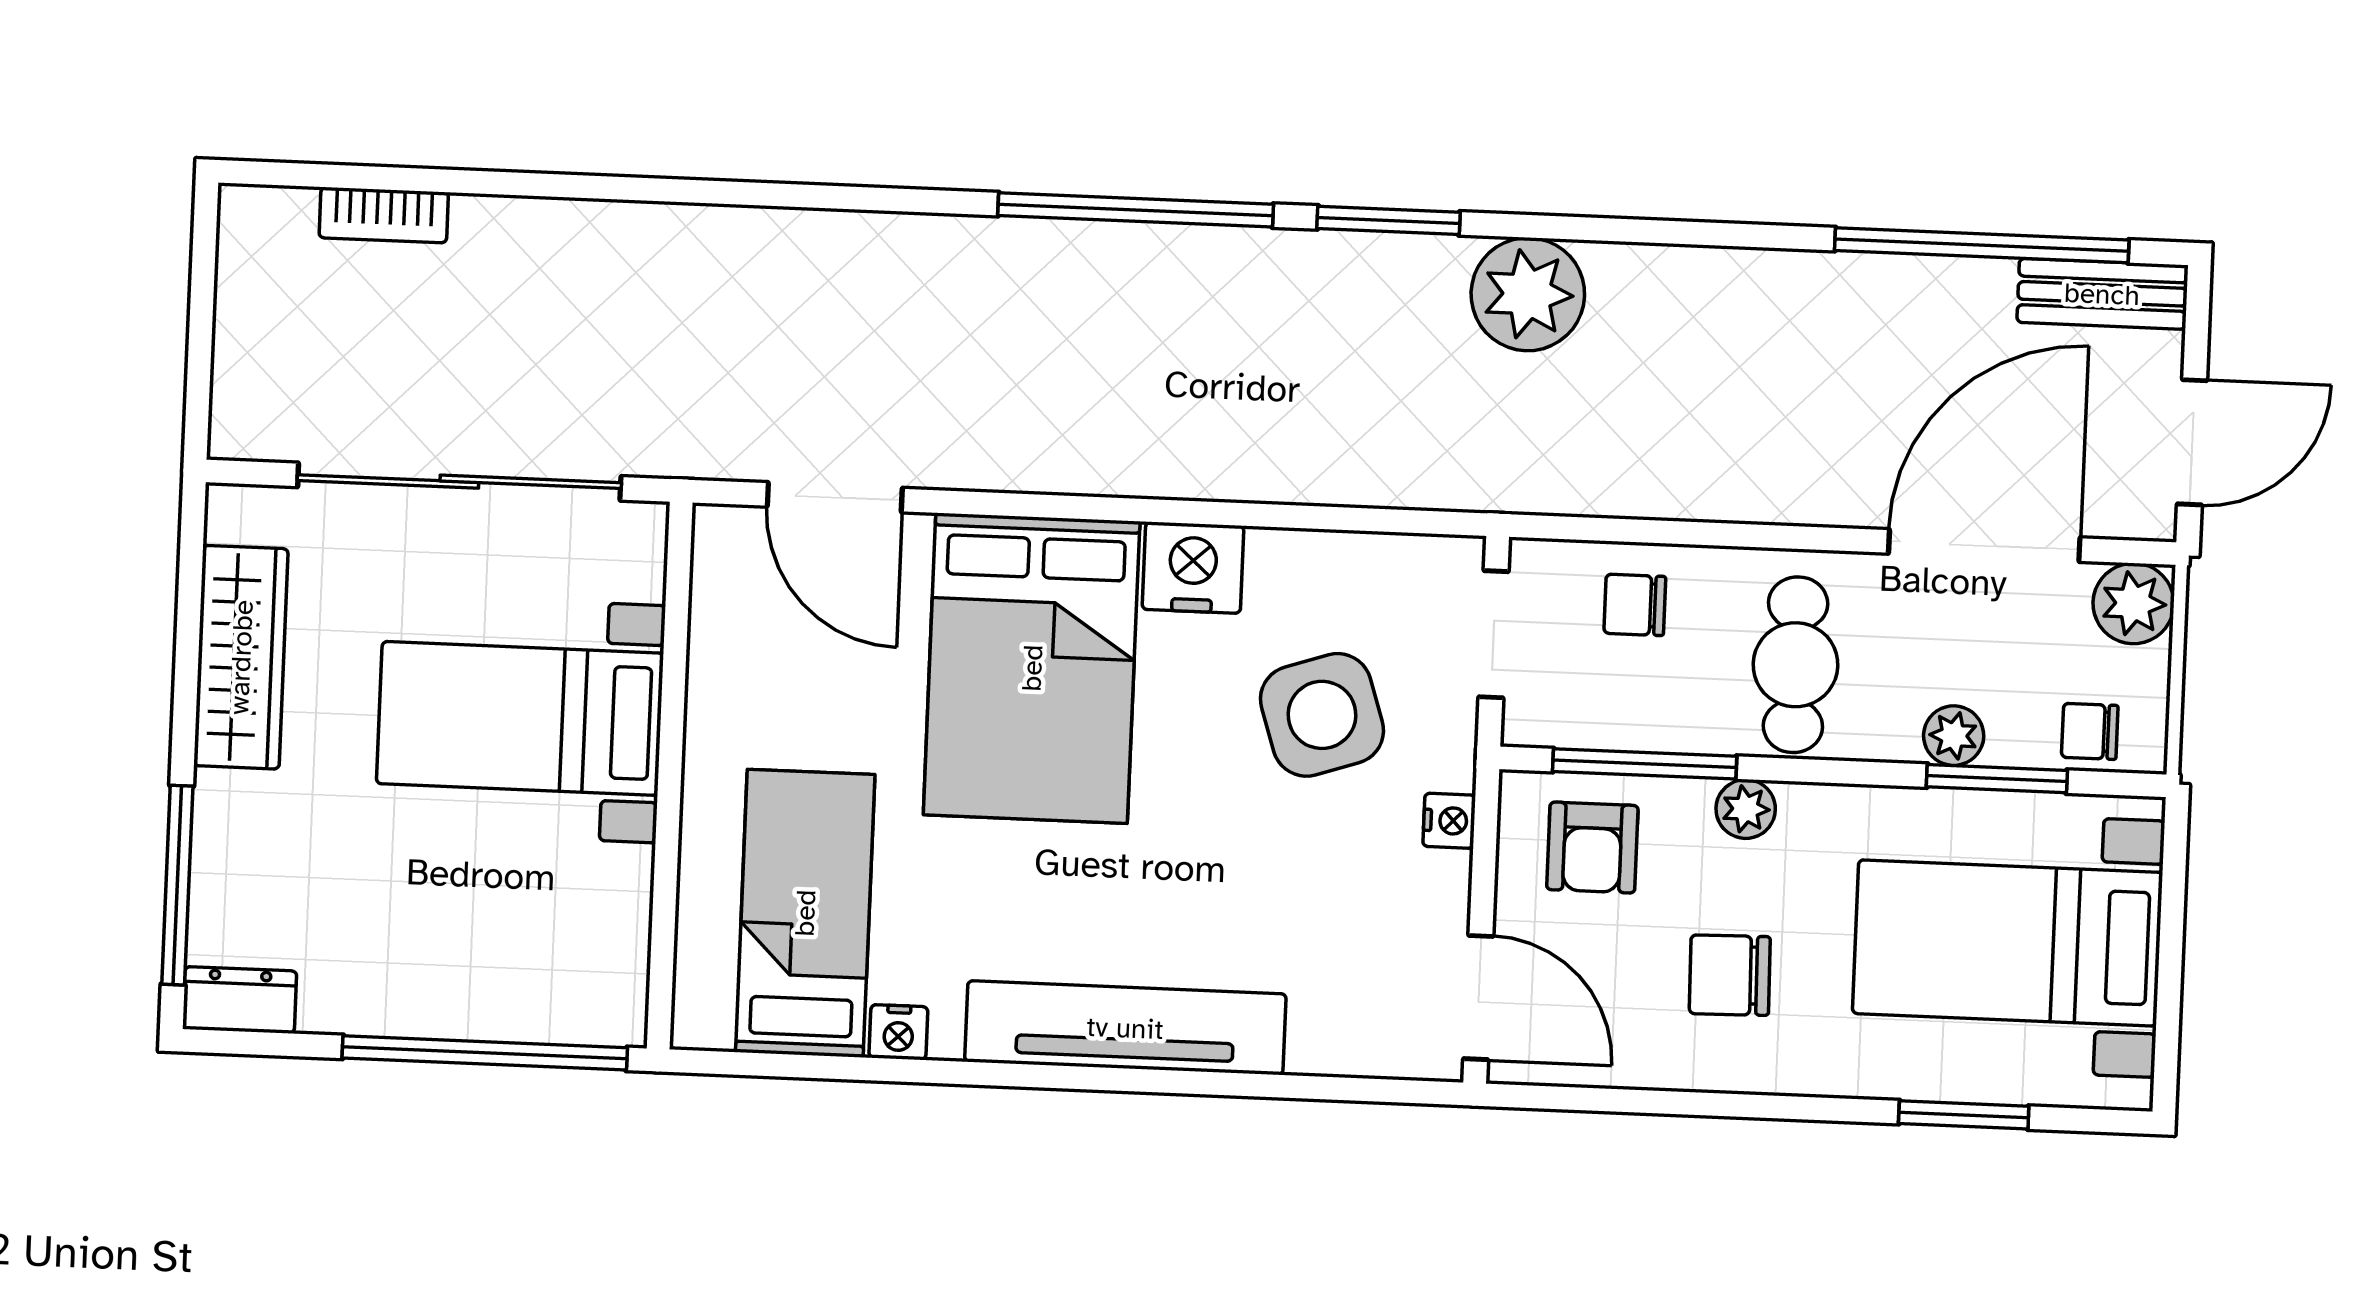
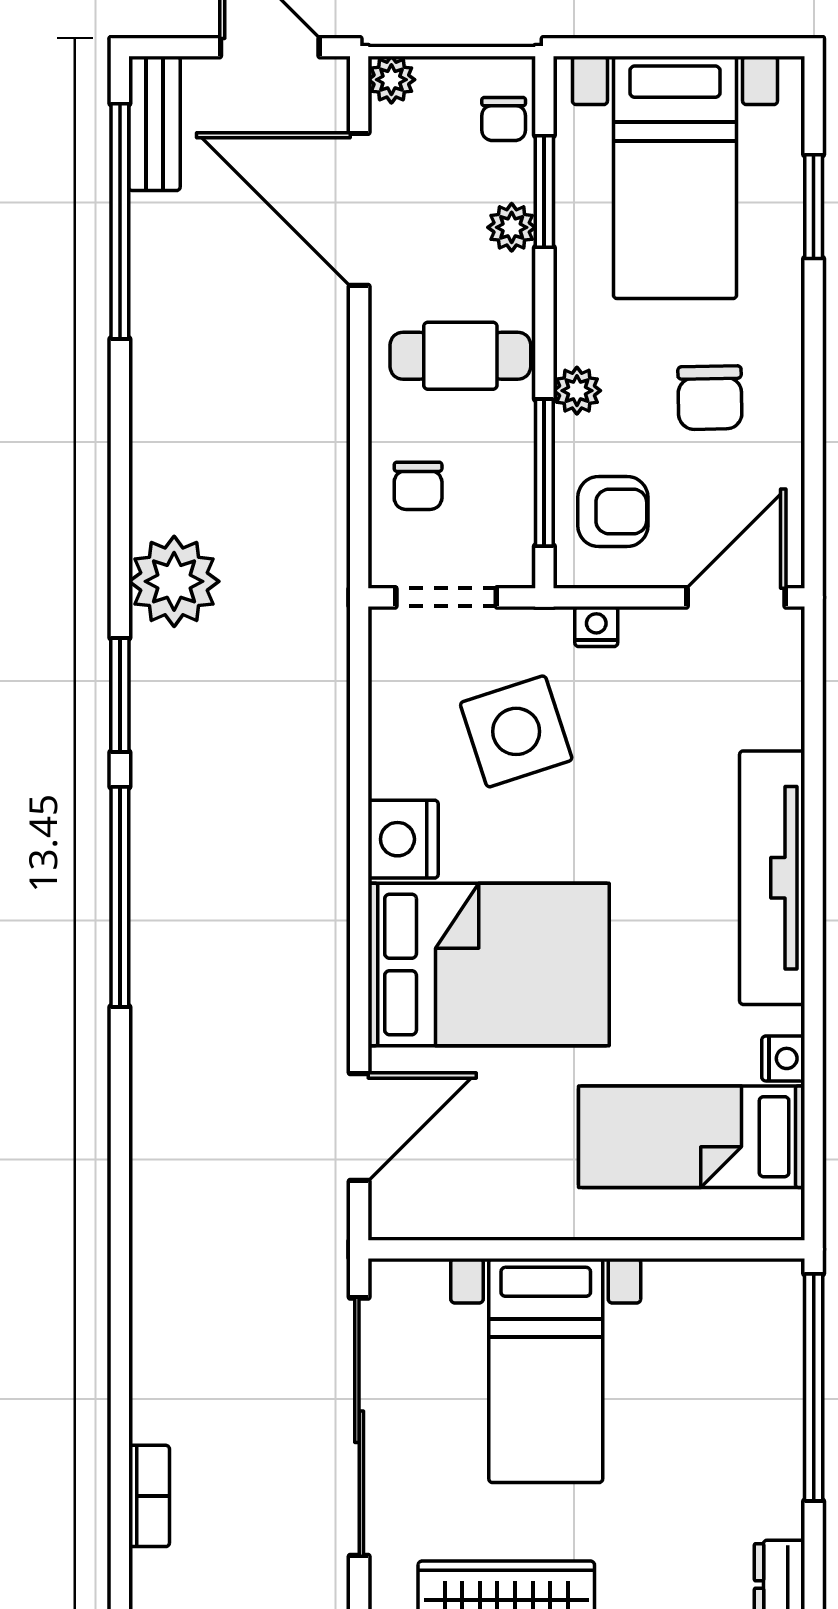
plant: (2133, 603) -> (391, 80), width x0.73, depth x0.73

